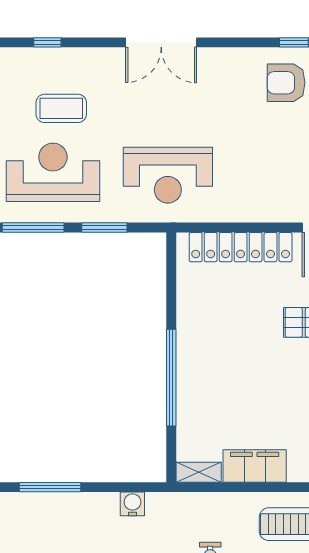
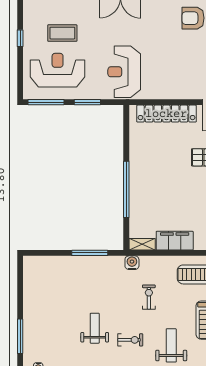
reception desk: (168, 175) -> (124, 72), turned 90
window: (50, 487) -> (90, 253), moved
water cooler: (132, 504) -> (132, 263), moved

